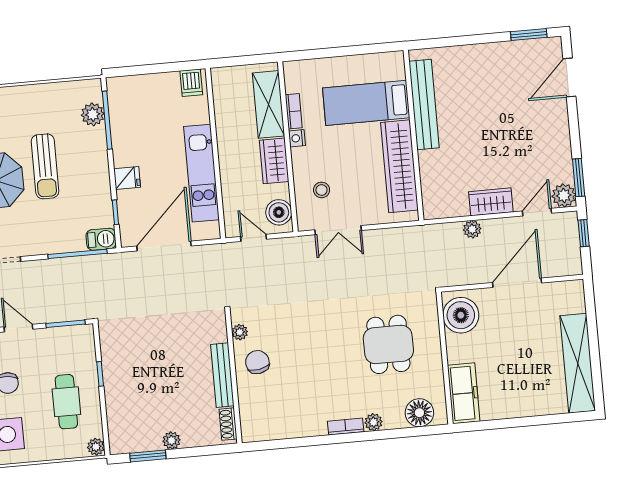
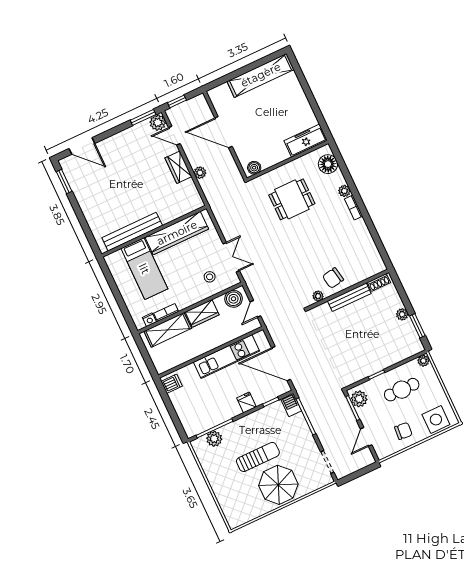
nightstand: (297, 138) -> (149, 320), moved
boiler: (461, 315) -> (254, 168), width x0.54, depth x0.54
plant: (75, 337) -> (359, 399), added

